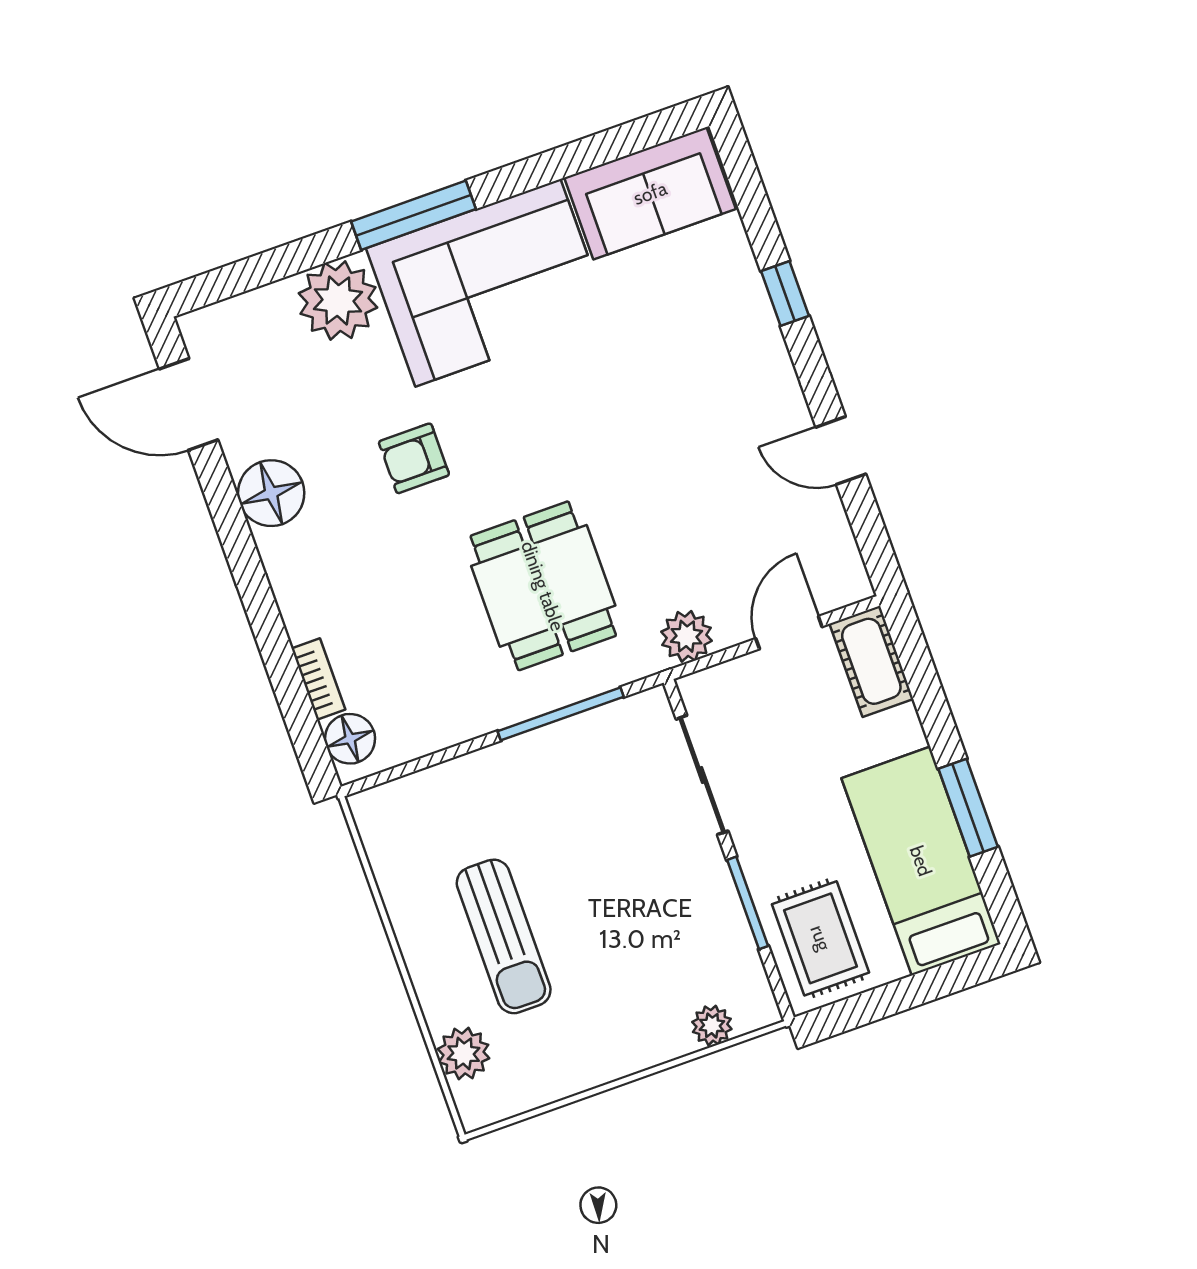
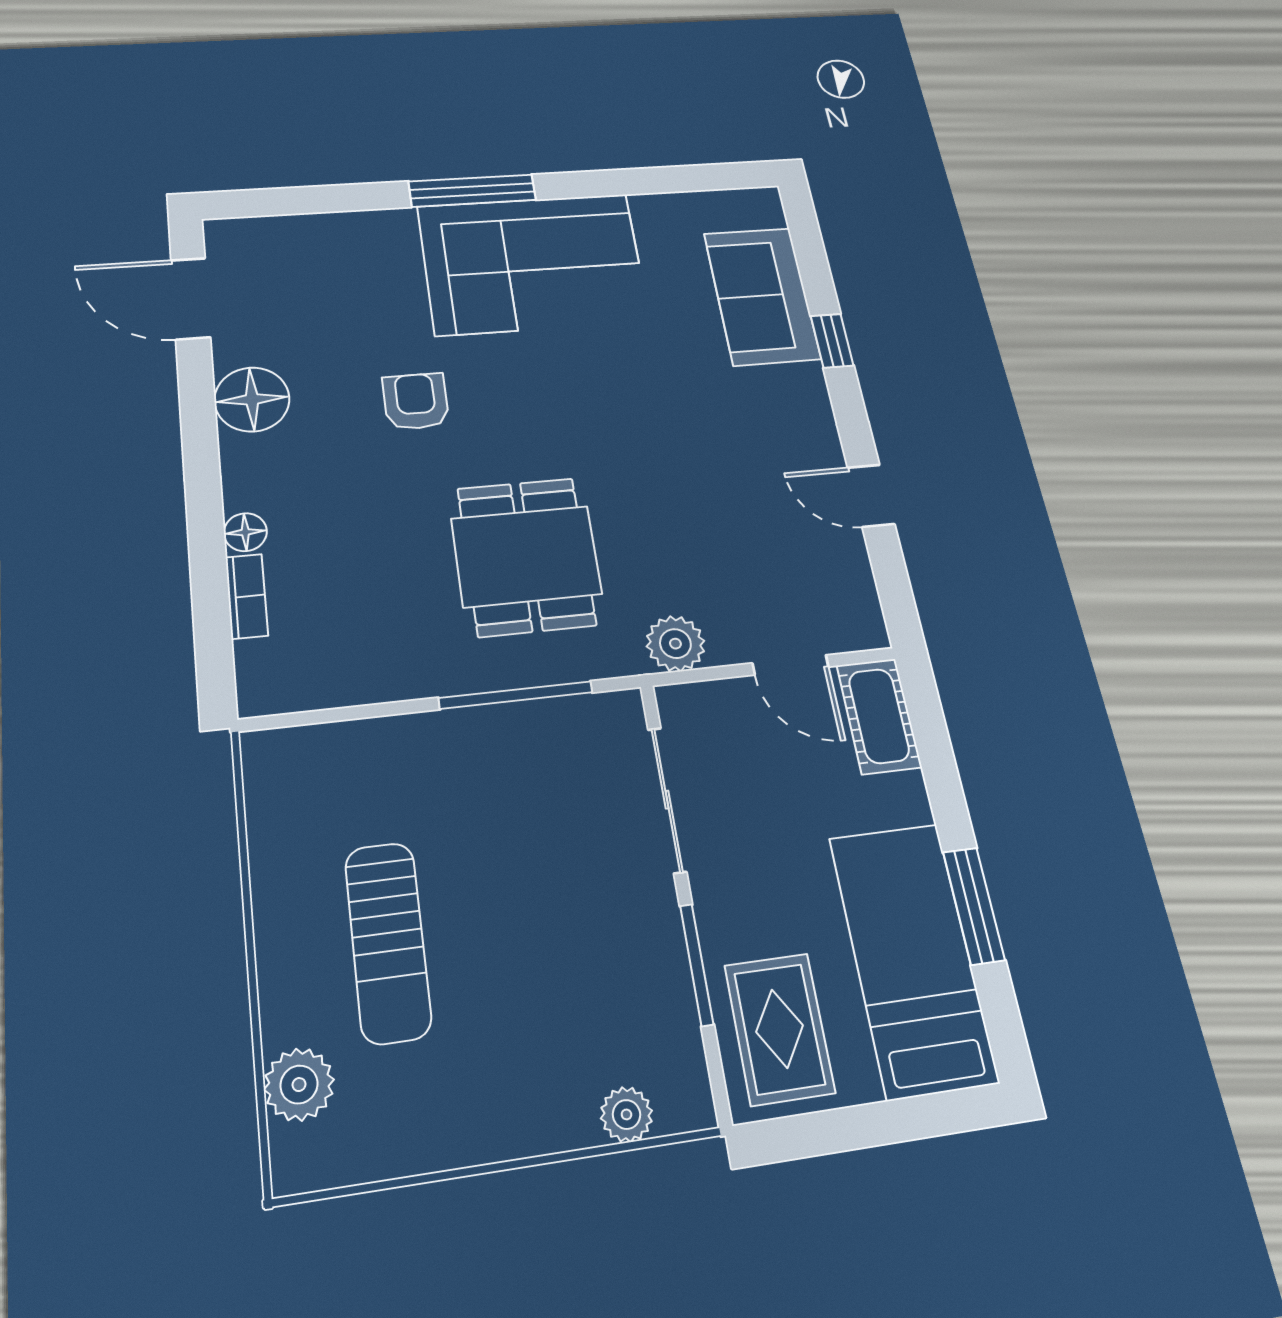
sofa: (650, 193) -> (762, 296), moved, turned 90
plant: (338, 300) -> (376, 244), removed
armchair: (414, 458) -> (416, 401), turned 90
door: (789, 633) -> (791, 665), swing flipped
floor lamp: (350, 739) -> (245, 532), moved, width x0.73, depth x0.73

